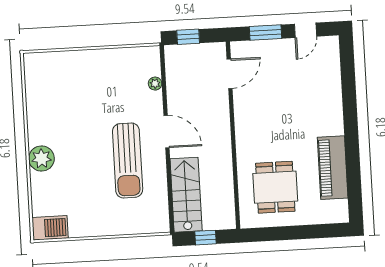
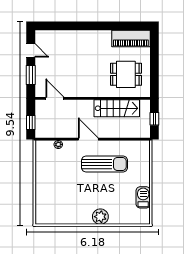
door: (167, 132) -> (88, 139), hinge flipped
piano: (333, 168) -> (131, 39), moved
stairs: (186, 195) -> (117, 108), moved, turned 180
barbecue: (50, 228) -> (143, 197), moved

